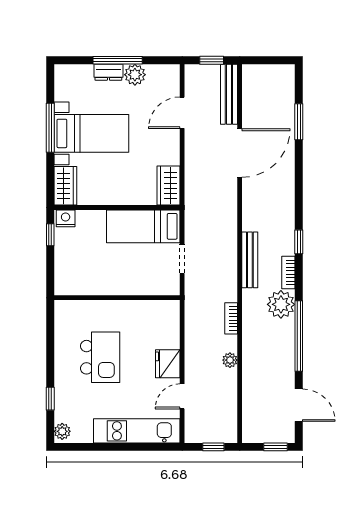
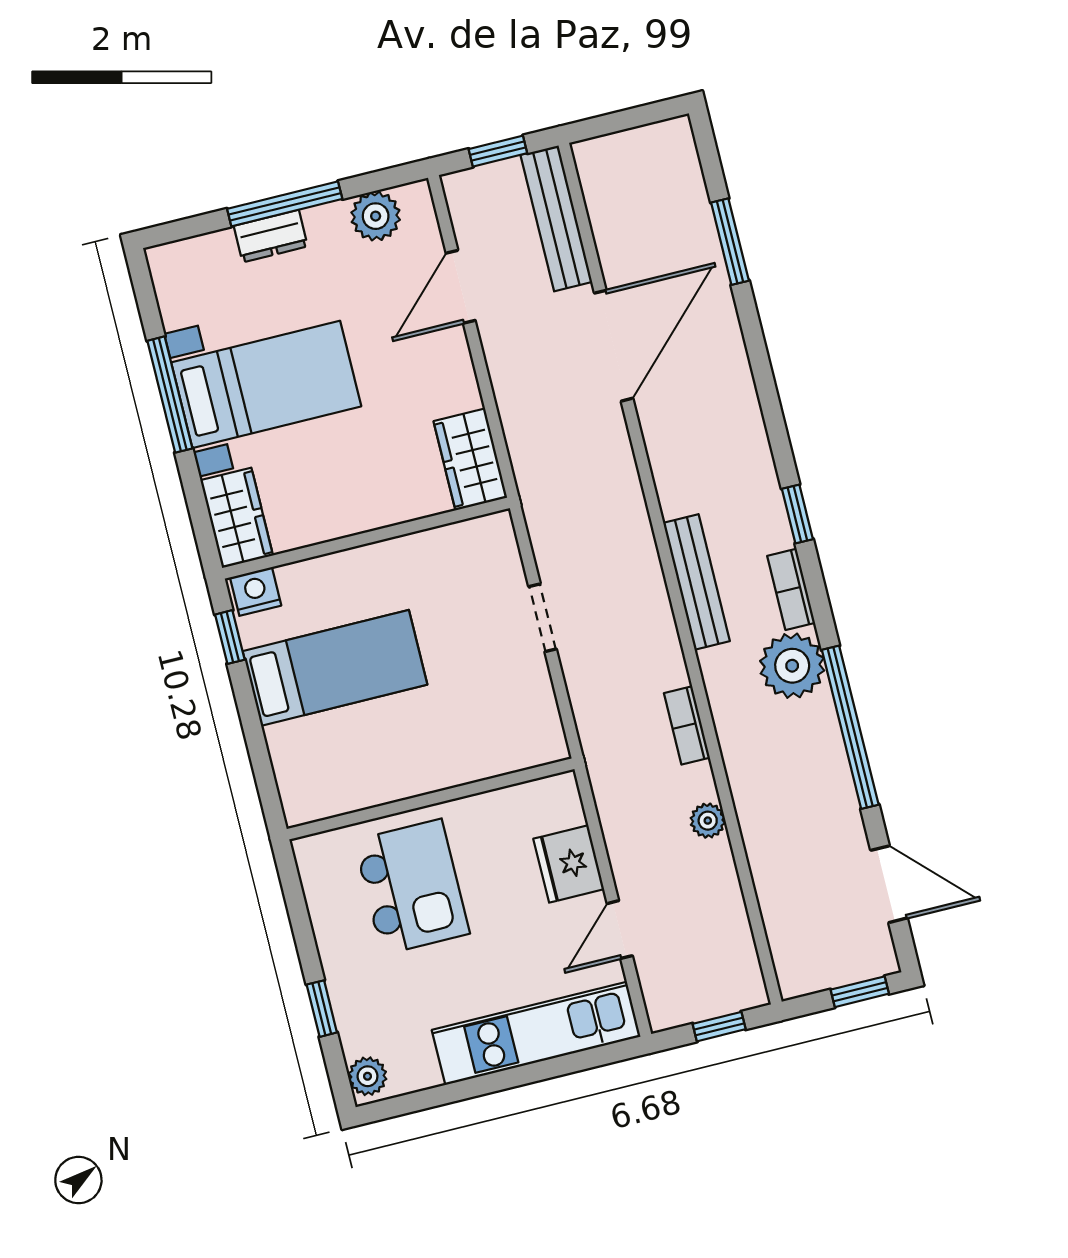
plant: (135, 75) -> (376, 216), moved
bed: (143, 226) -> (335, 668), moved, turned 180
wall: (117, 298) -> (431, 799), moved

